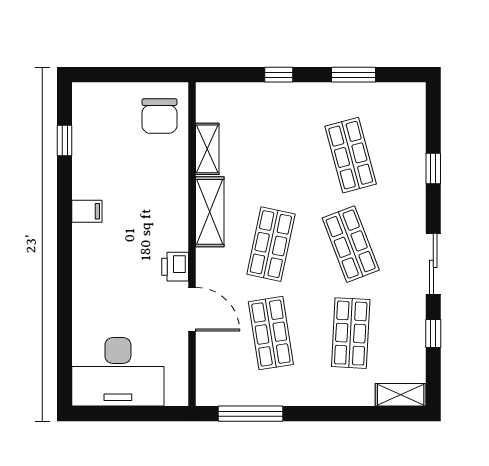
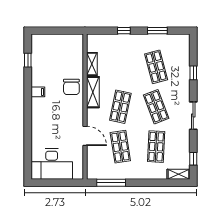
chair: (159, 116) -> (71, 87), moved
printer: (175, 267) -> (77, 117), removed
window: (433, 334) -> (193, 159), moved

